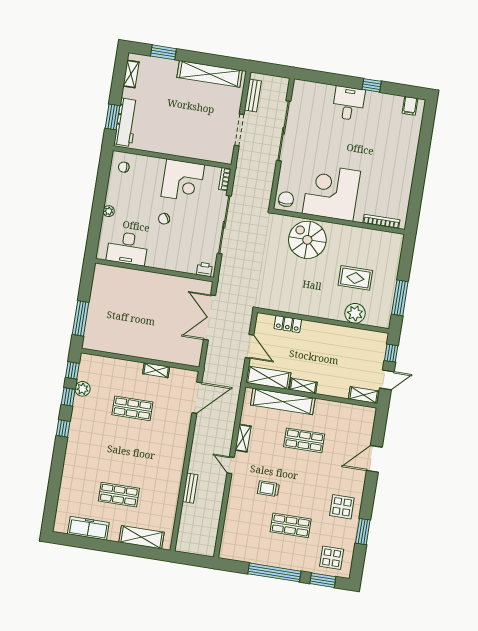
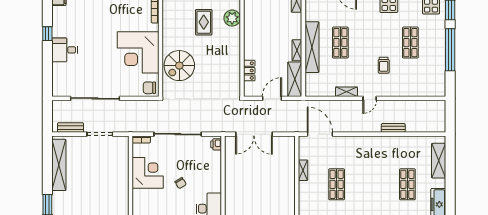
shelving: (283, 401) -> (312, 47), moved

